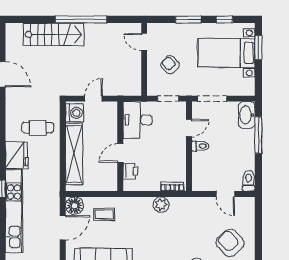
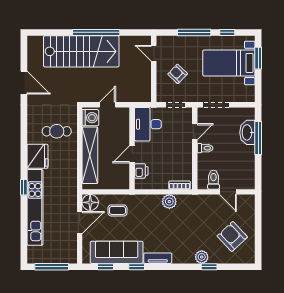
window: (188, 19) -> (194, 32), width x1.44
stairs: (54, 34) -> (81, 51), width x1.36, depth x1.51
washbasin: (247, 115) -> (247, 132), moved
toilet: (249, 181) -> (213, 180), moved

